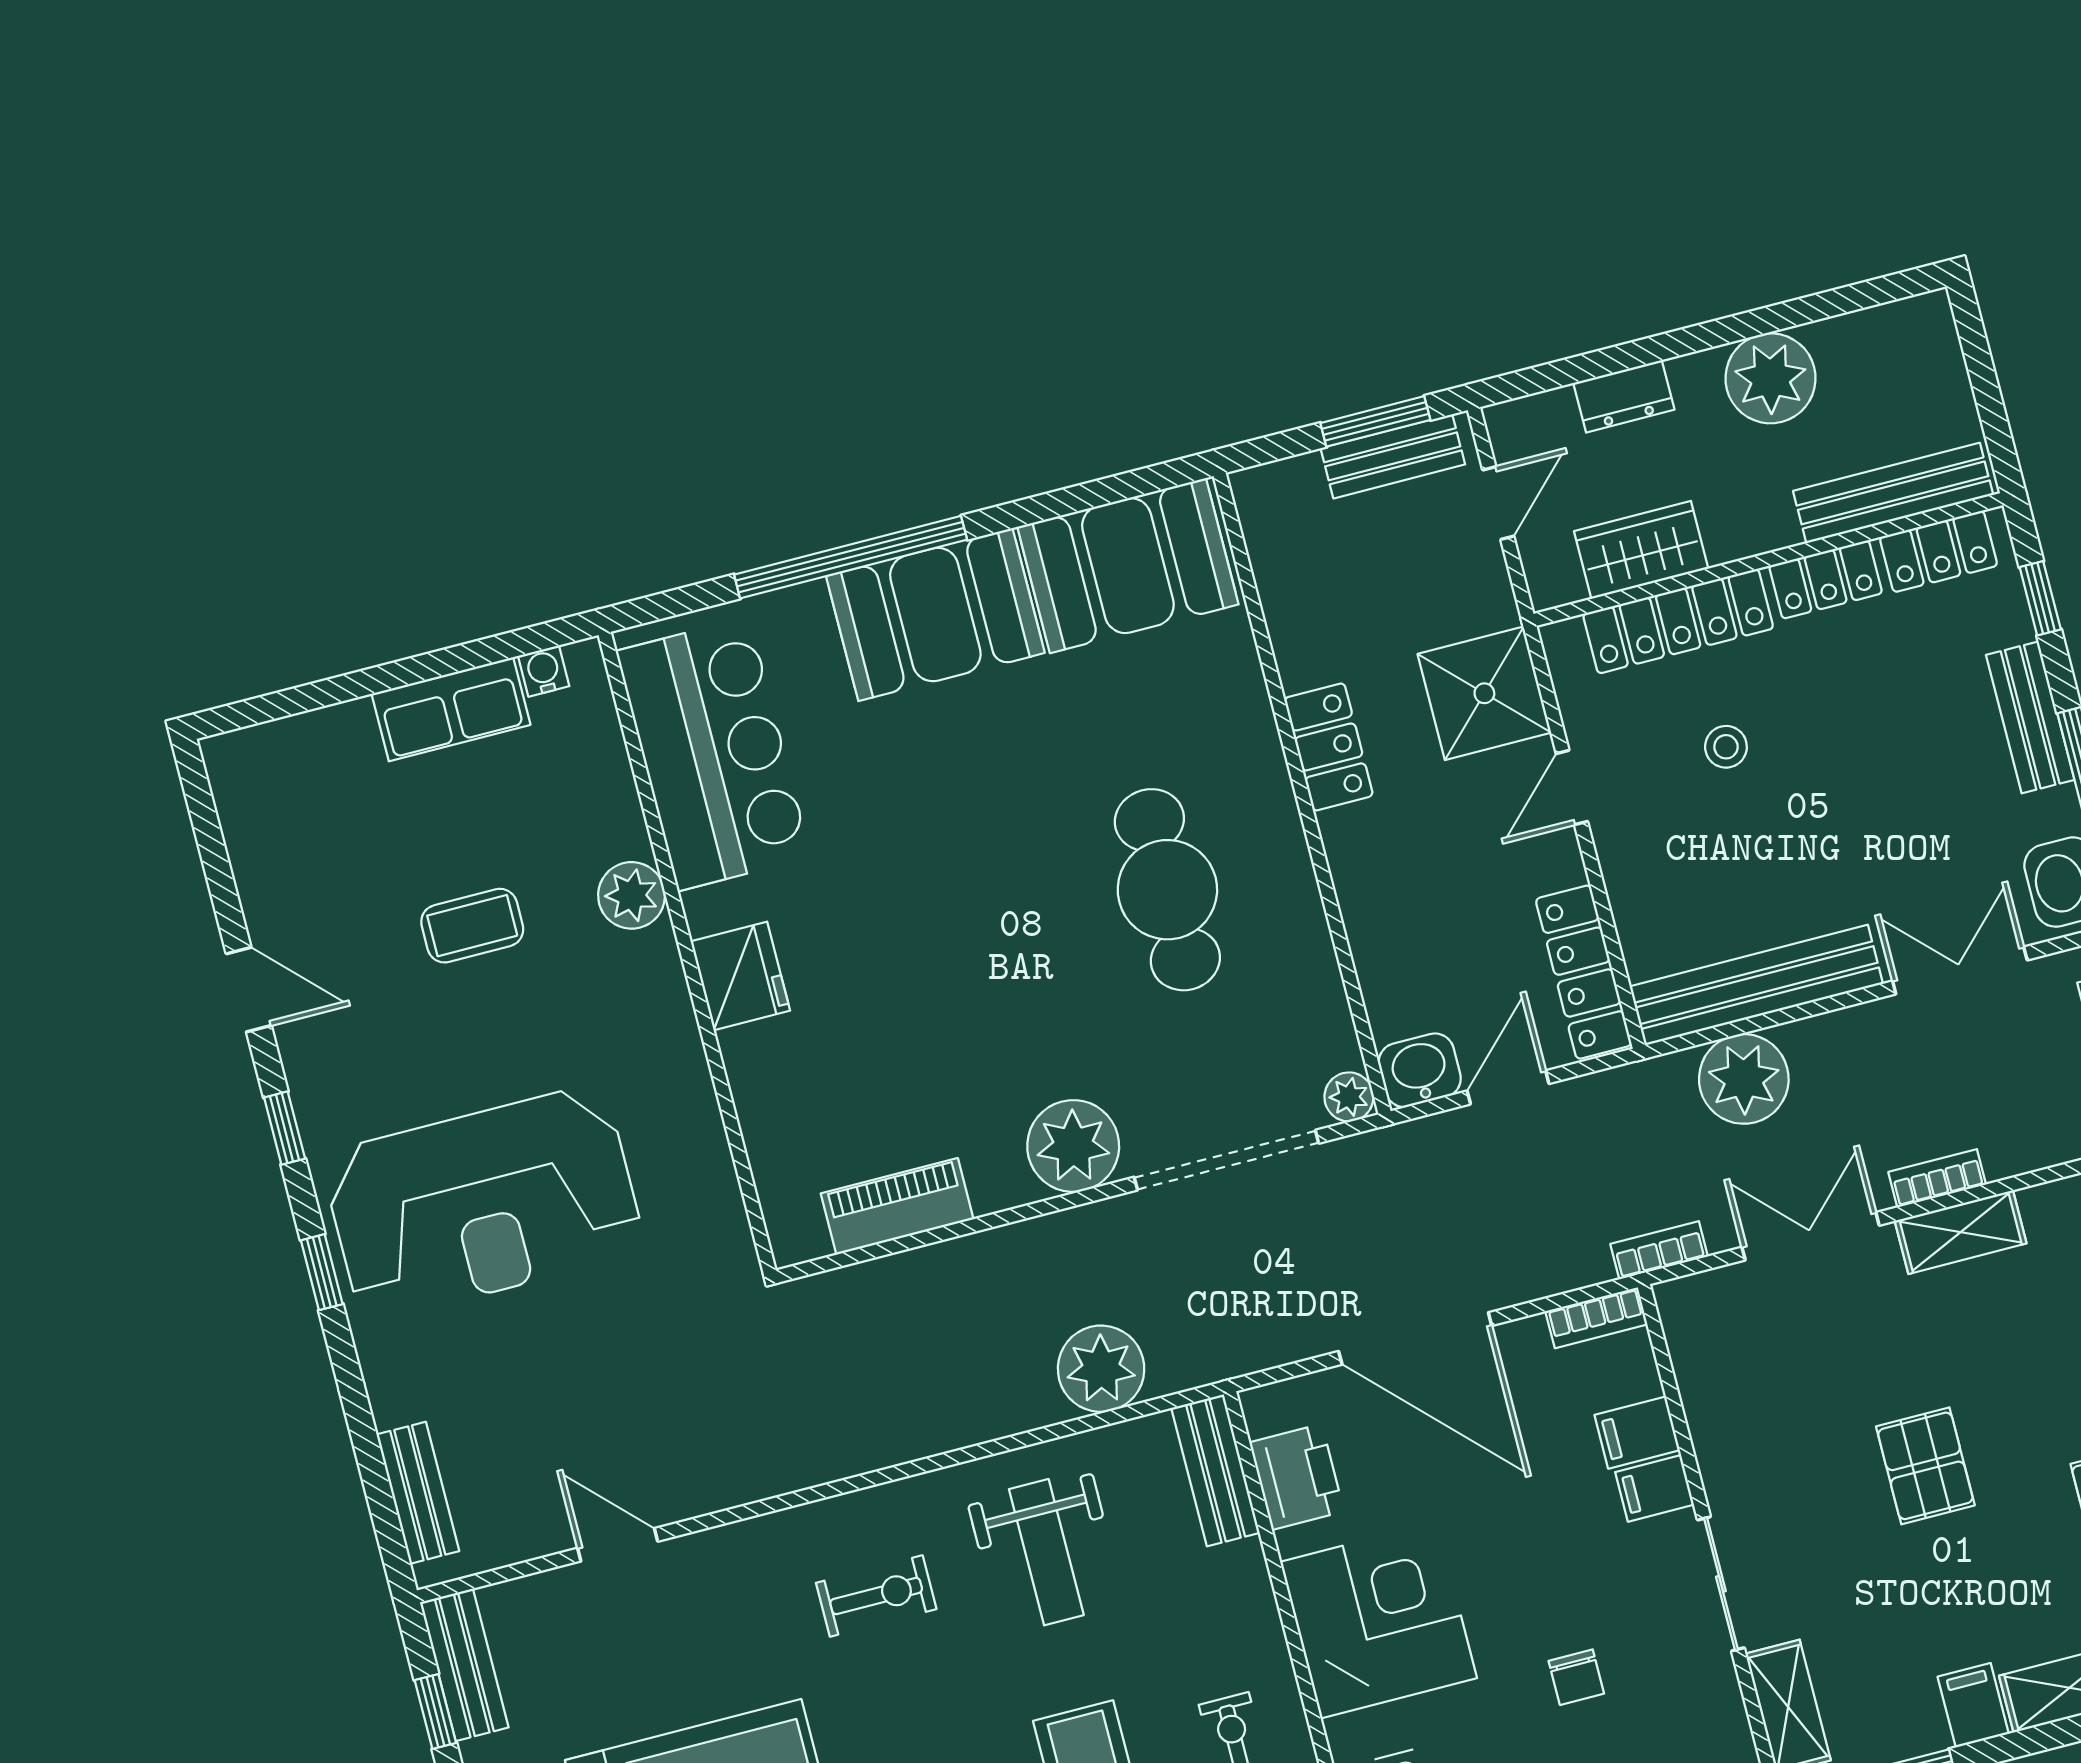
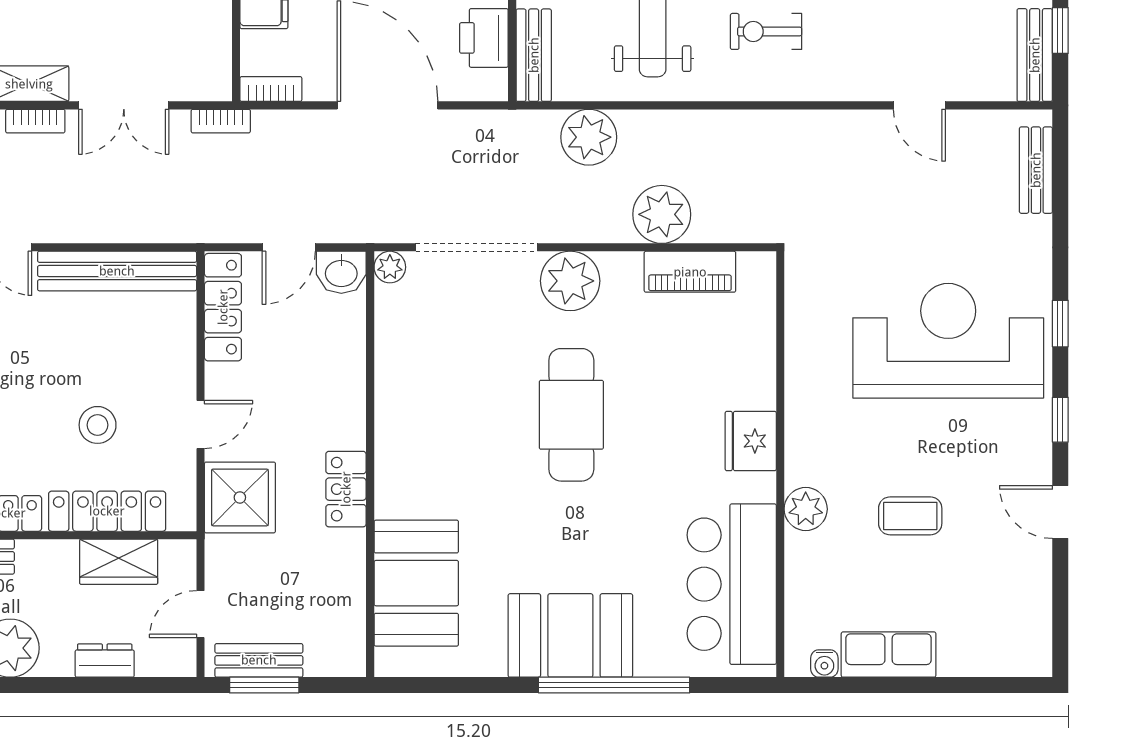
booth: (1128, 566) -> (416, 583), moved, turned 90
stool: (1726, 747) -> (98, 425), width x1.37, depth x1.37
cafe table: (1167, 890) -> (571, 415), moved
plant: (1744, 1079) -> (662, 214), moved

